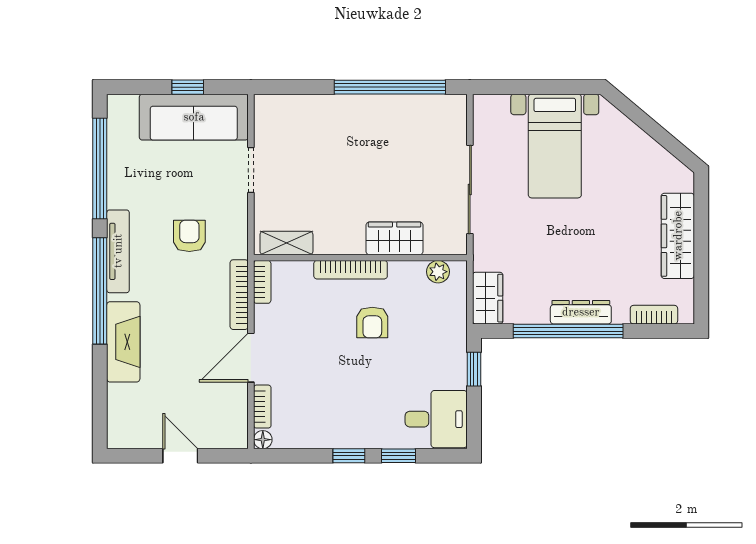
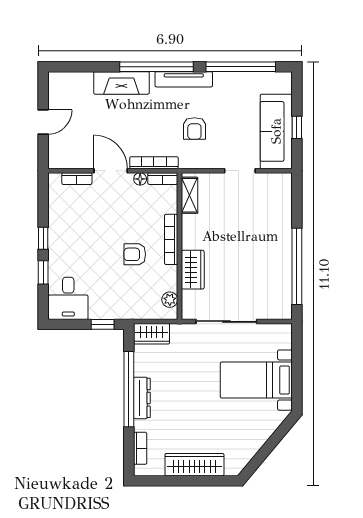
armchair: (189, 236) -> (194, 128), turned 90
floor lamp: (263, 440) -> (140, 179), moved

